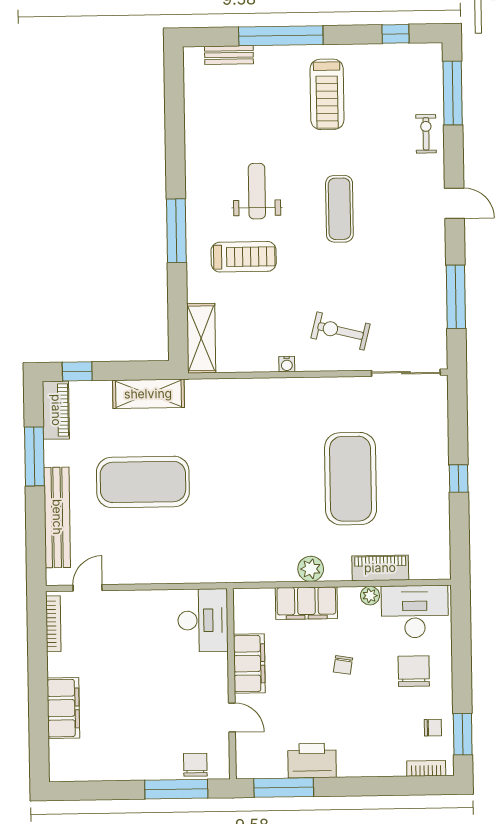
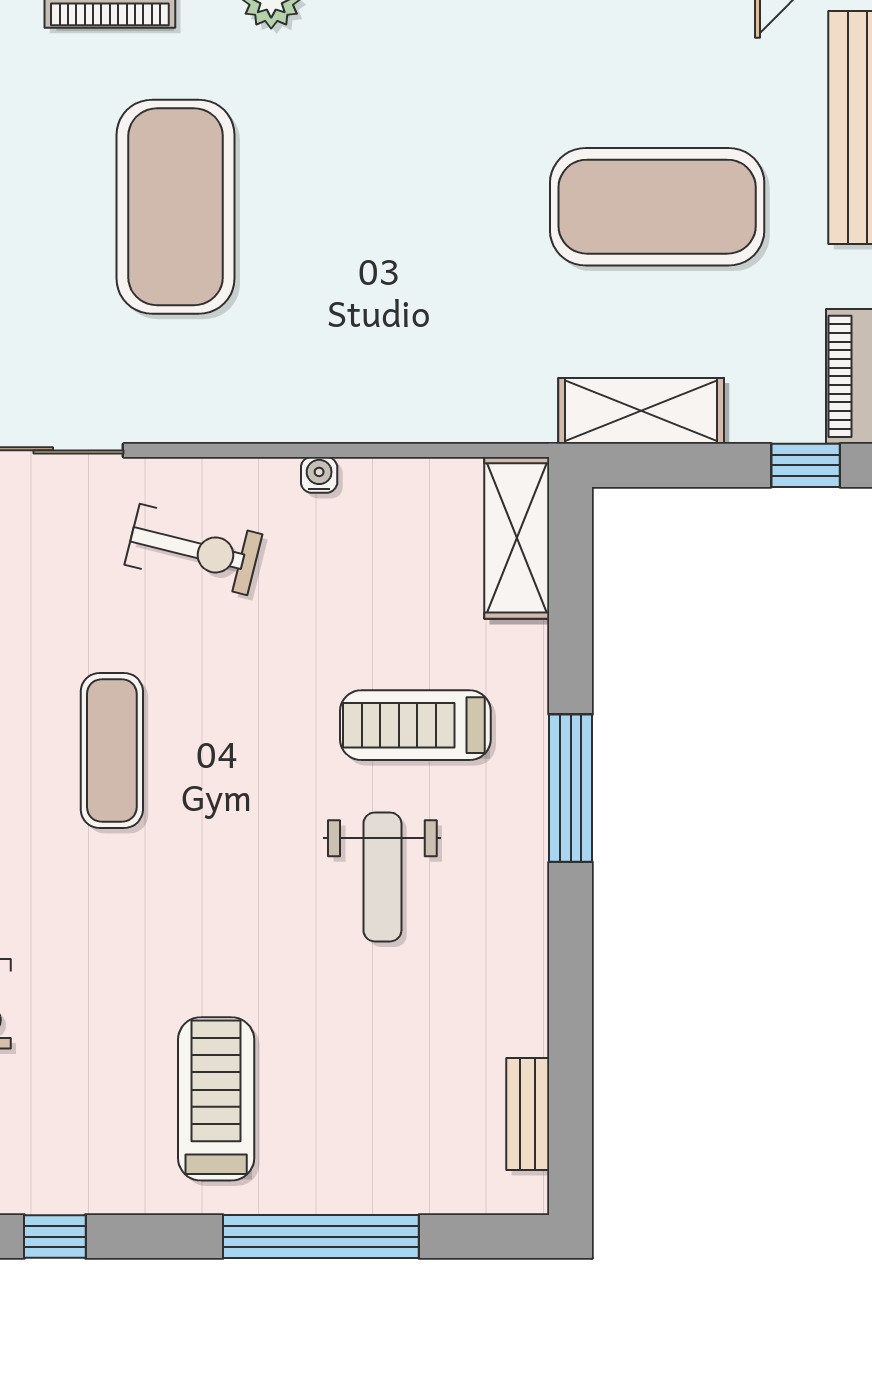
bench: (229, 55) -> (528, 1114), moved, turned 90
exercise mat: (339, 209) -> (112, 750), moved

